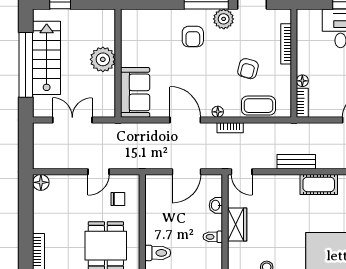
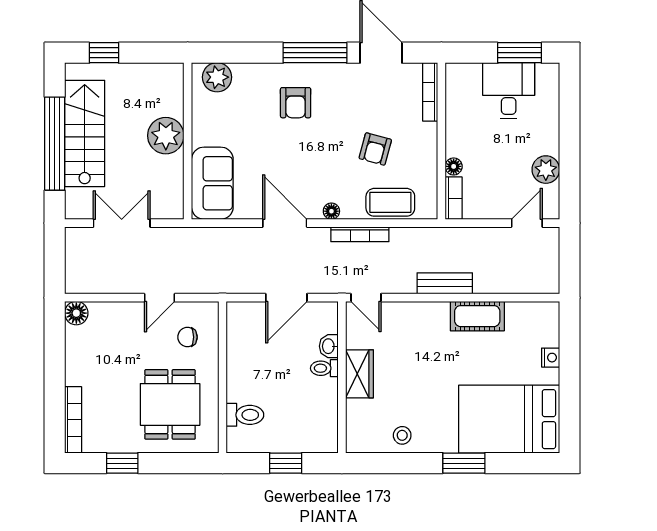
plant: (224, 19) -> (217, 77), moved
bookcase: (286, 44) -> (430, 92), moved
bookcase: (230, 128) -> (360, 234), width x1.56
chair: (118, 199) -> (187, 337), turned 180
toilet: (213, 237) -> (324, 368), moved

